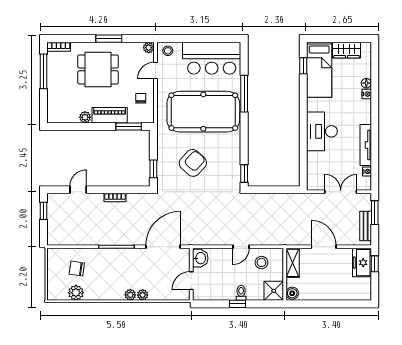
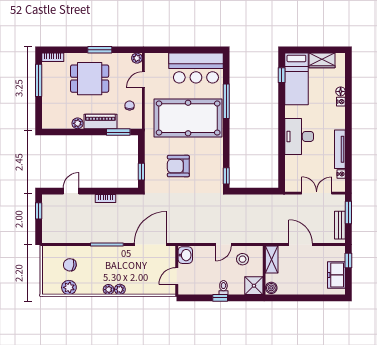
stool: (168, 51) -> (155, 61), removed
armchair: (193, 163) -> (178, 166), turned -132
freezer: (362, 263) -> (336, 275), moved
plant: (143, 295) -> (108, 290), moved

